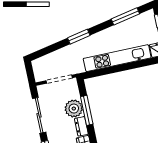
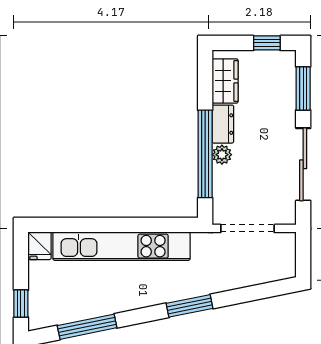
plant: (74, 109) -> (222, 155), width x0.53, depth x0.53
window: (87, 110) -> (205, 154), width x1.46

